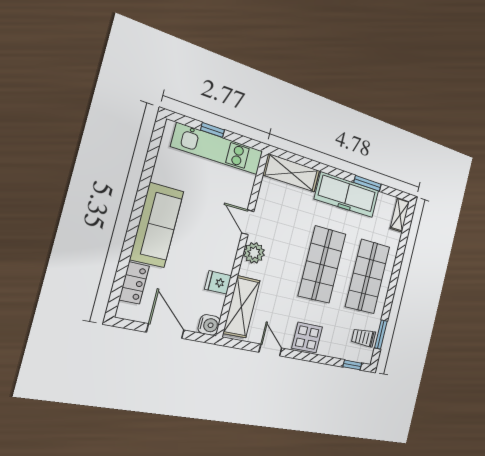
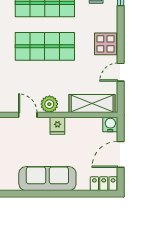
door: (248, 222) -> (28, 115), swing flipped
fridge: (218, 282) -> (57, 126), moved
locker: (134, 283) -> (104, 184), moved

